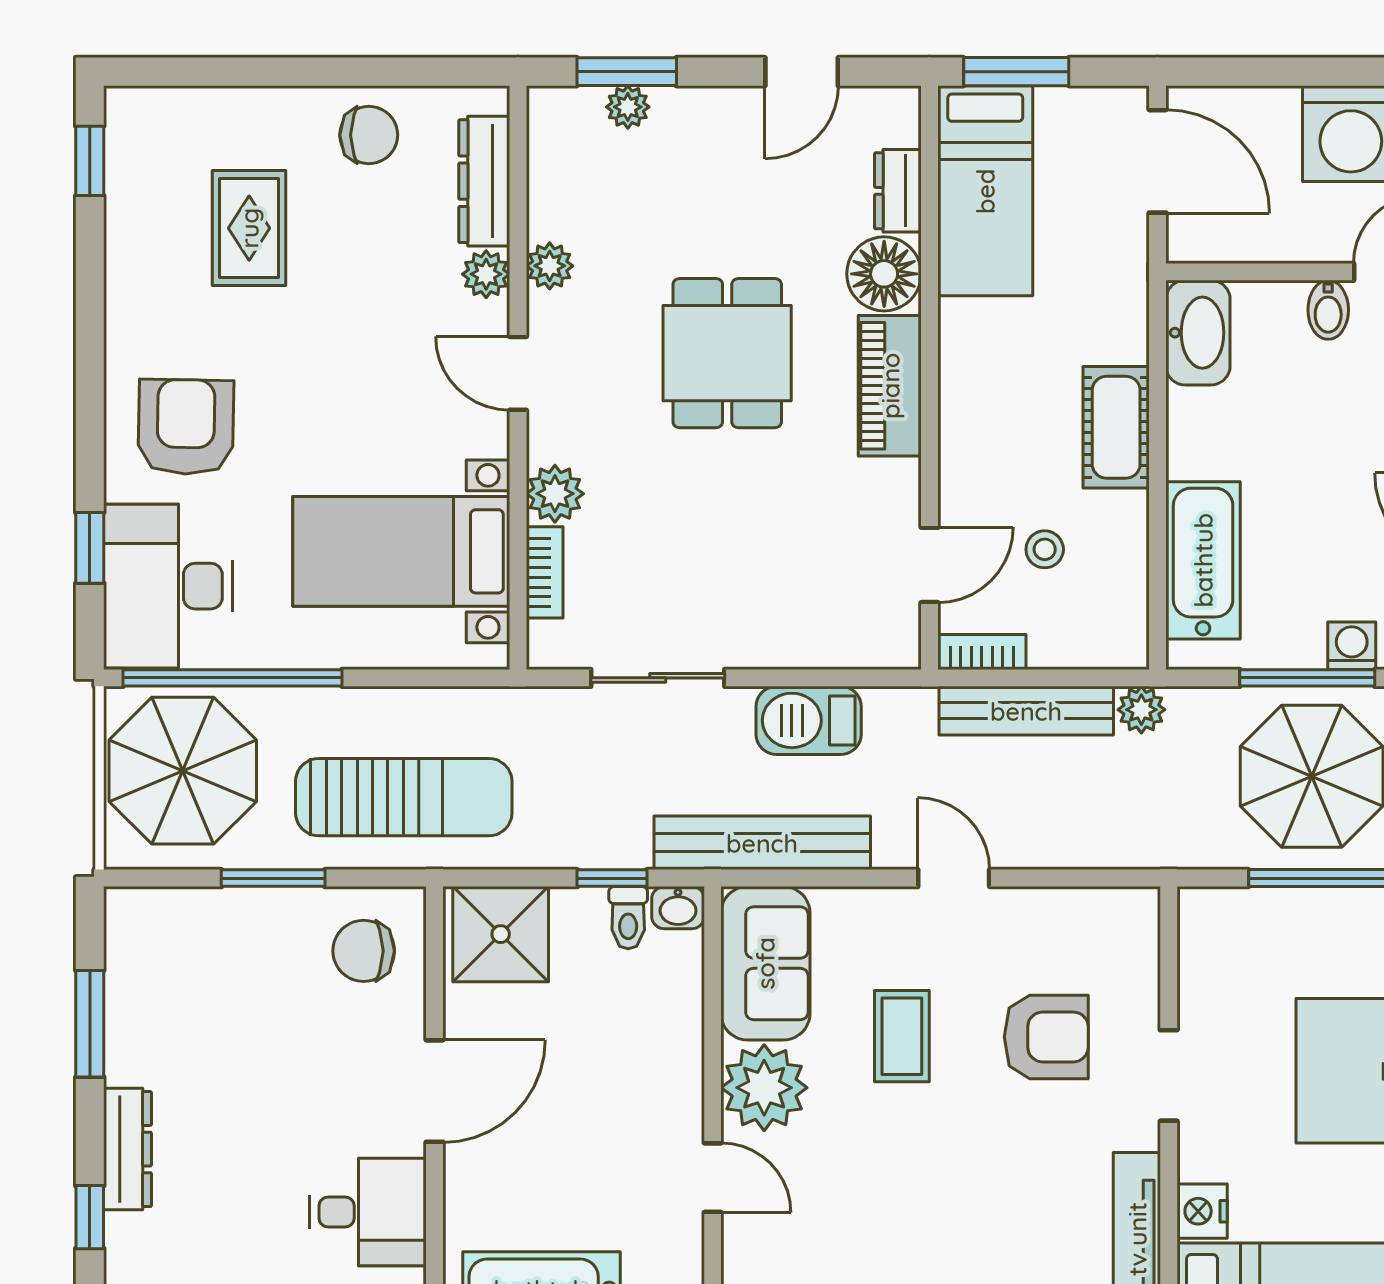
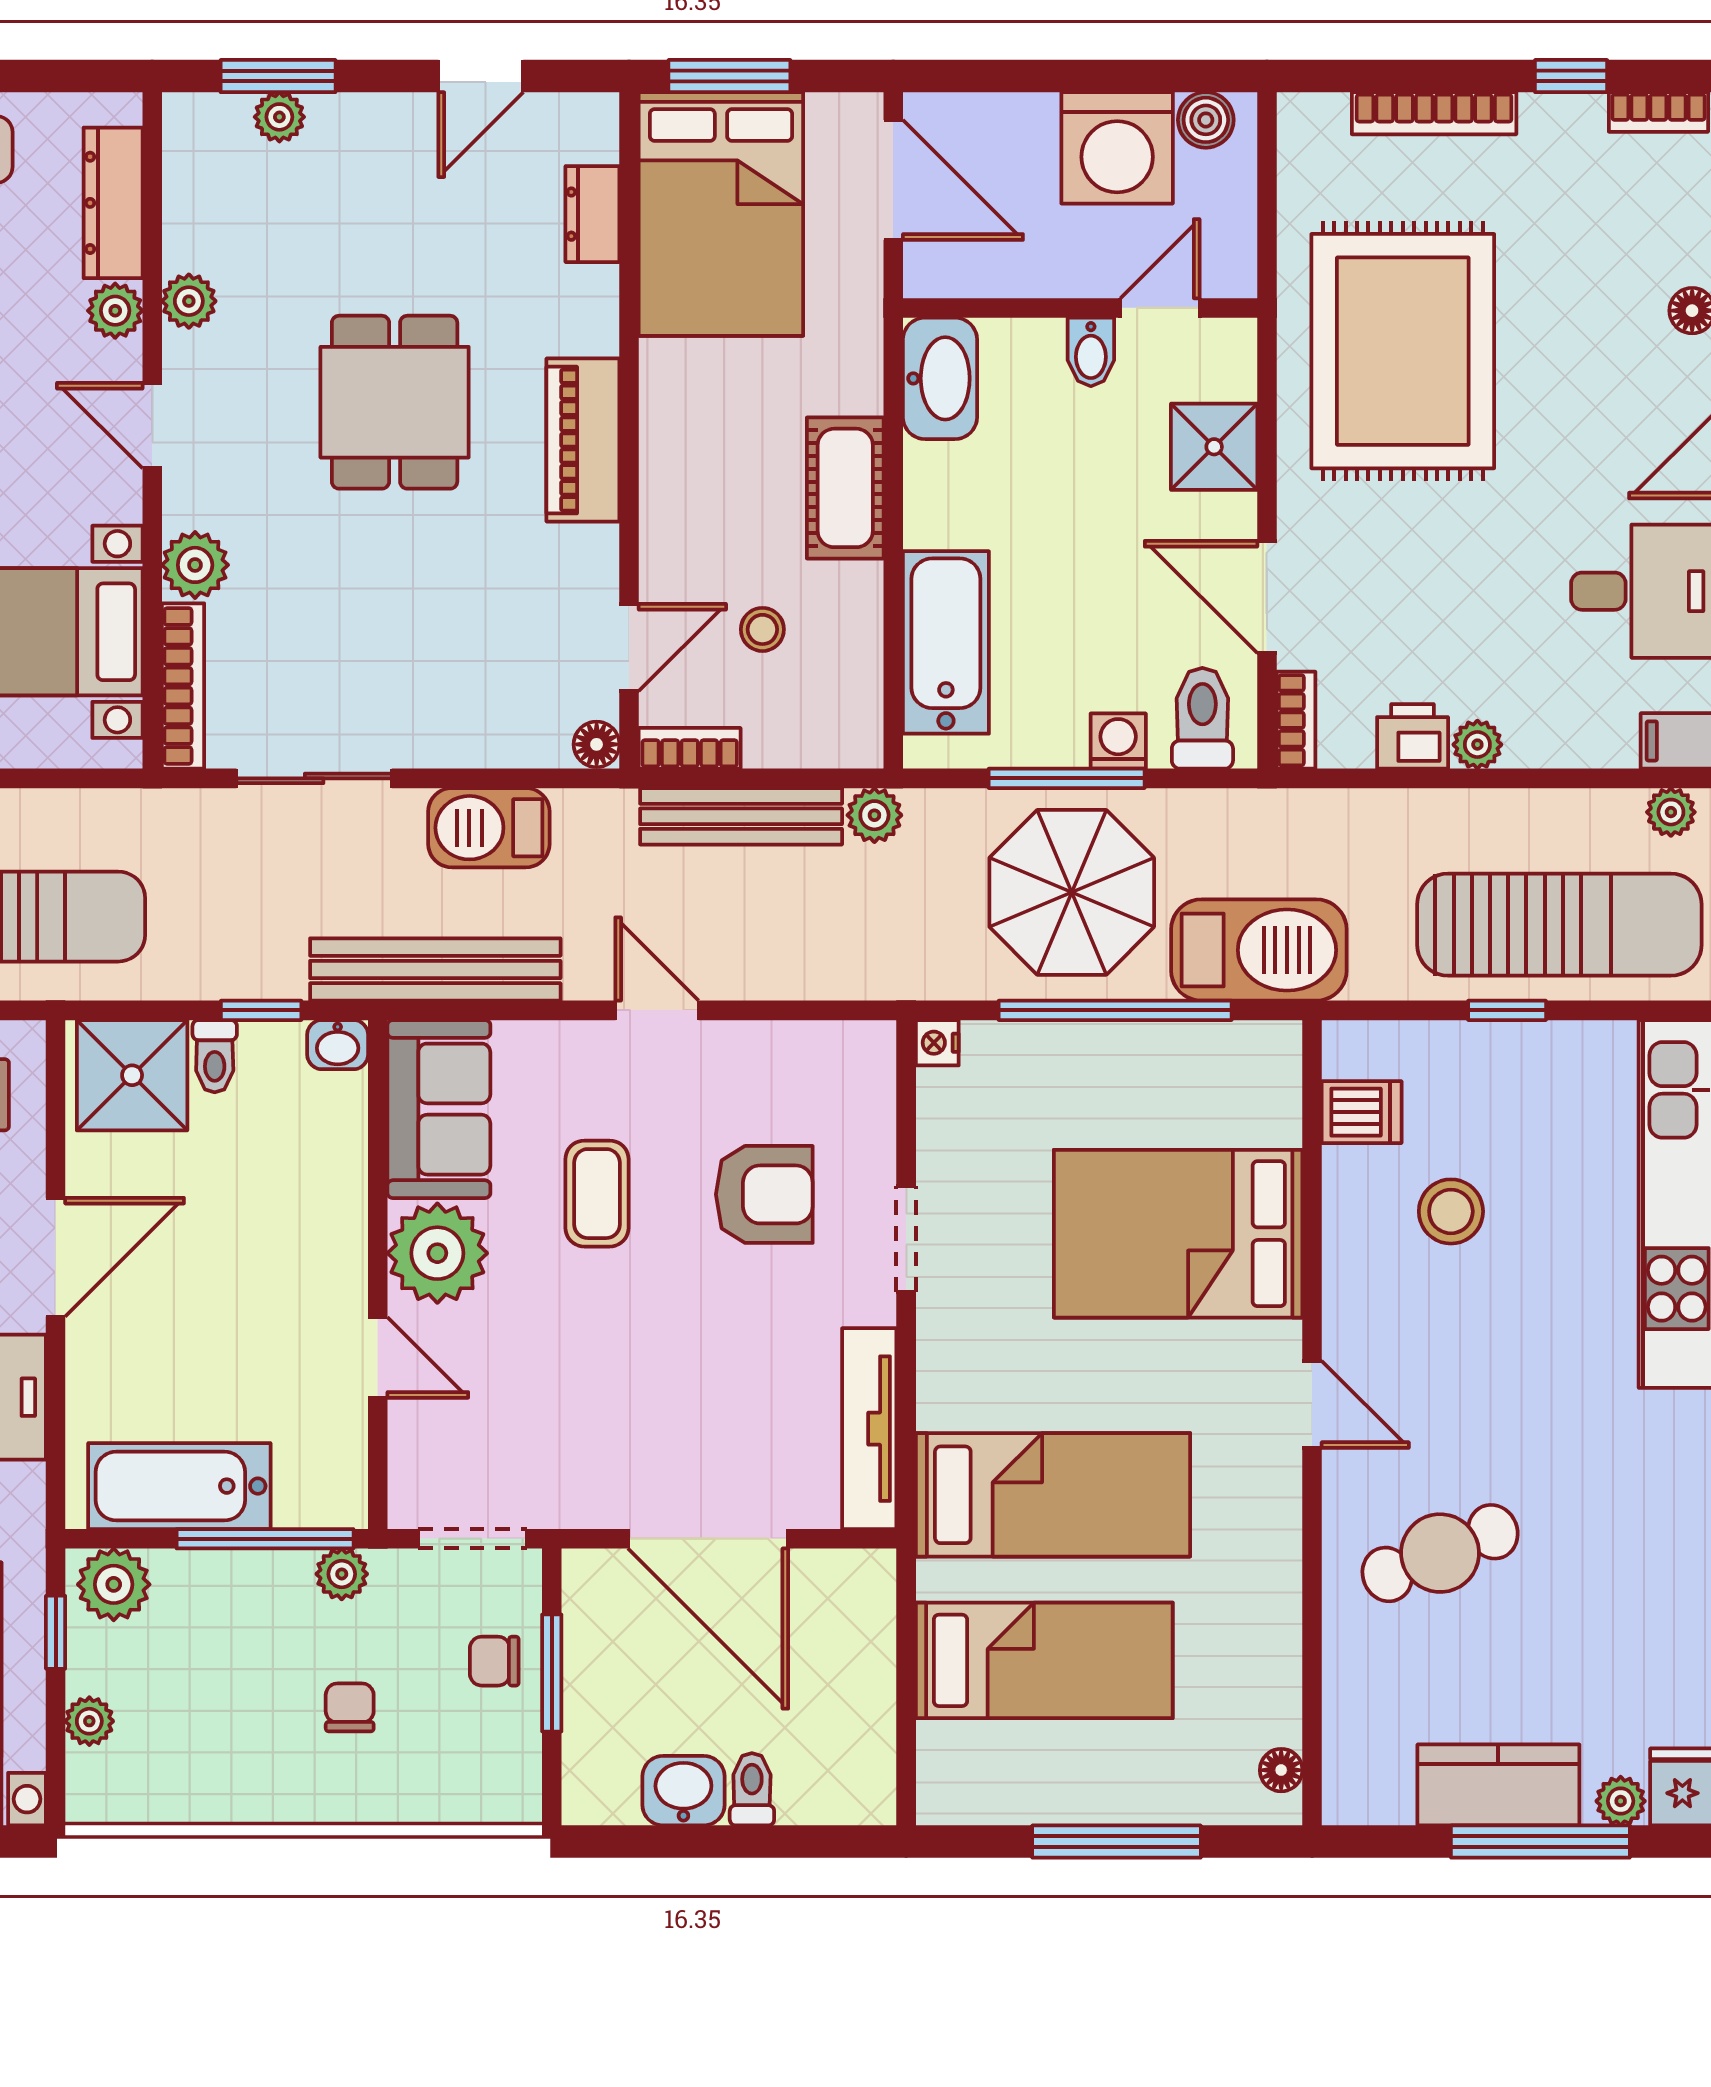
bed: (985, 191) -> (721, 214), width x1.50
floor lamp: (884, 274) -> (597, 744), moved, width x0.53, depth x0.53
bookcase: (545, 572) -> (183, 686), width x1.56
toilet: (628, 918) -> (215, 1056), moved
nightstand: (1202, 1211) -> (937, 1043), moved, width x0.72, depth x0.74

